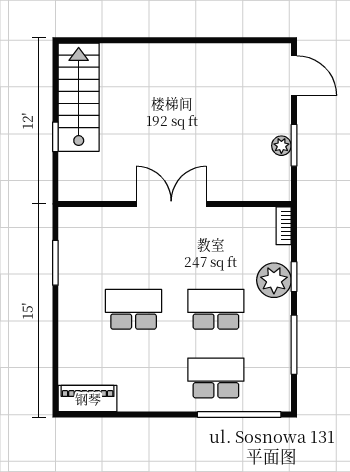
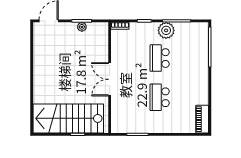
stairs: (79, 97) -> (68, 118), width x1.36, depth x1.51
plant: (274, 280) -> (166, 30), moved
school desk: (216, 378) -> (192, 58), removed

